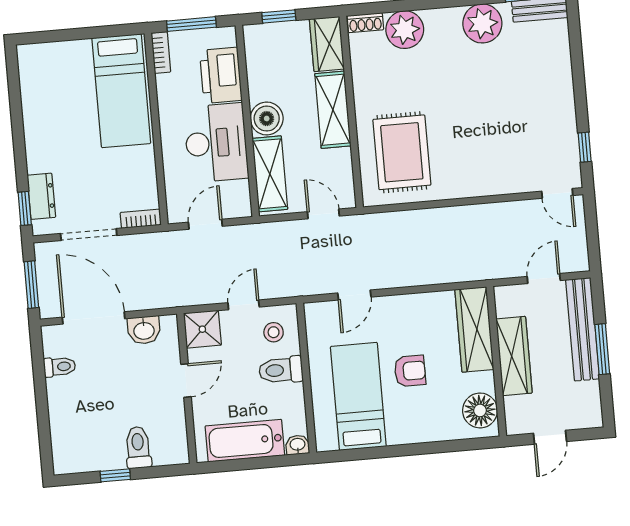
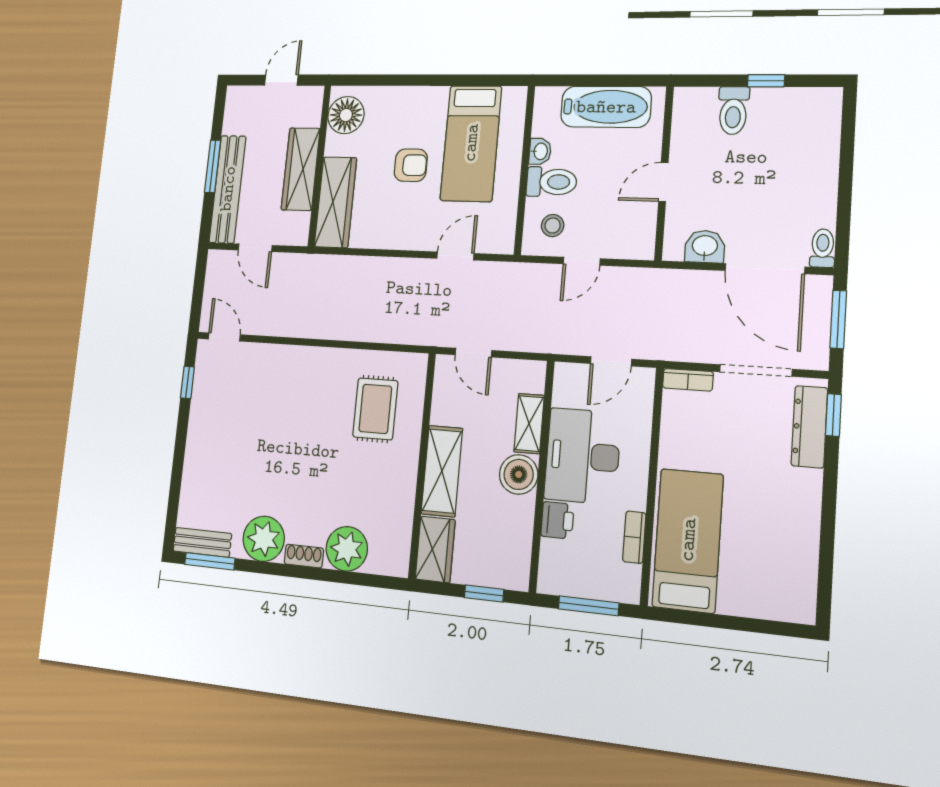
shoe rack: (365, 23) -> (304, 556), moved
bookcase: (161, 52) -> (634, 537), moved
printer: (221, 75) -> (557, 520), width x0.53, depth x0.68
rug: (402, 152) -> (375, 409), width x0.73, depth x0.70
shelving: (270, 174) -> (529, 424), width x0.67, depth x0.75
dresser: (41, 196) -> (809, 427), width x1.44
door: (544, 279) -> (255, 248), hinge flipped
shower: (202, 329) -> (635, 239), removed
toilet: (60, 367) -> (823, 248), moved, turned 90
armchair: (410, 371) -> (411, 165), turned 180
washbasin: (298, 445) -> (540, 151), moved, turned -90

